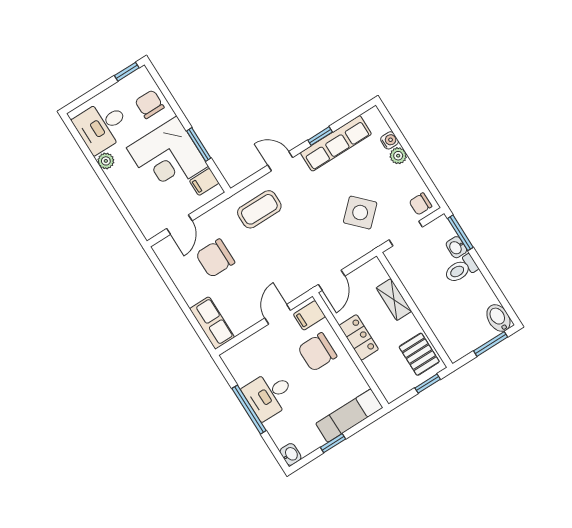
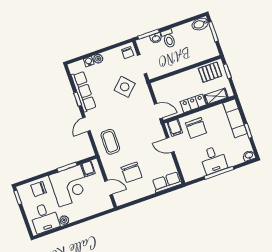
shelving: (394, 300) -> (216, 96), moved

